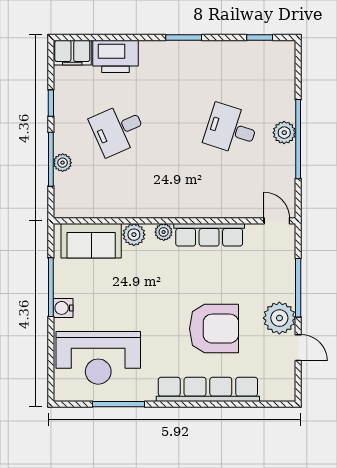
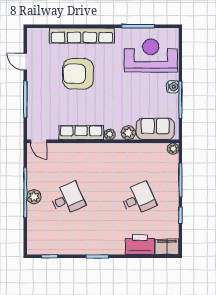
desk: (231, 129) -> (67, 199), turned -42
plant: (63, 163) -> (173, 149), moved
plant: (279, 318) -> (37, 80), removed

